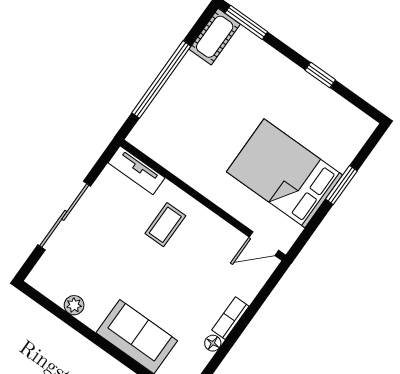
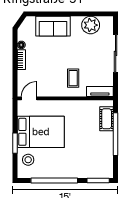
cot: (215, 37) -> (107, 119), moved
window: (320, 75) -> (54, 181), width x3.17
stool: (339, 141) -> (28, 160), added
plant: (74, 305) -> (91, 25), width x1.88, depth x1.88

